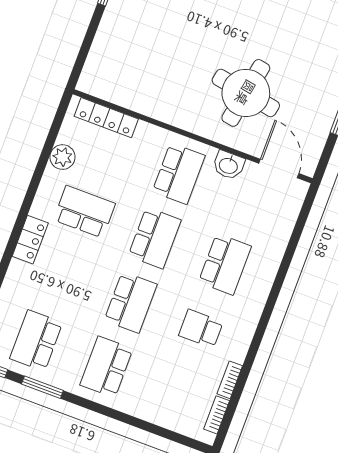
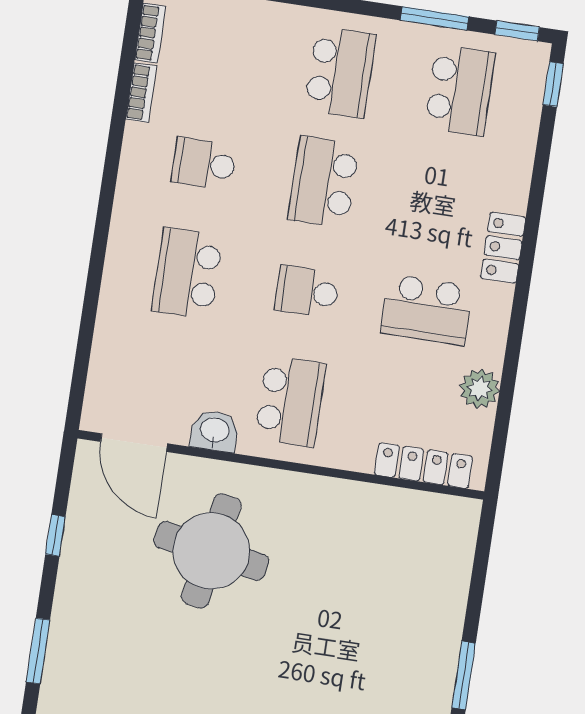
school desk: (179, 174) -> (290, 401), turned 180
school desk: (155, 238) -> (307, 292), width x0.54
school desk: (201, 329) -> (204, 164), turned 180

